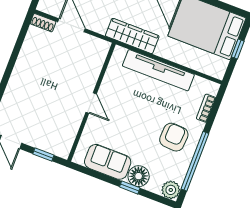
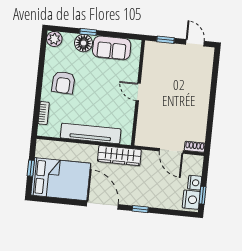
window: (195, 161) -> (41, 67), removed

